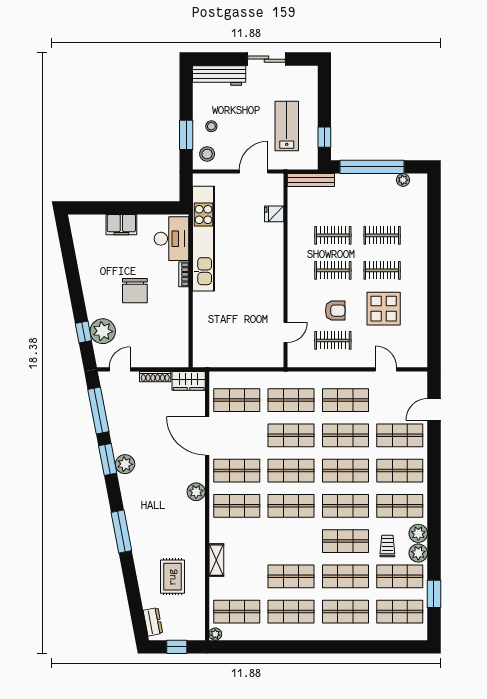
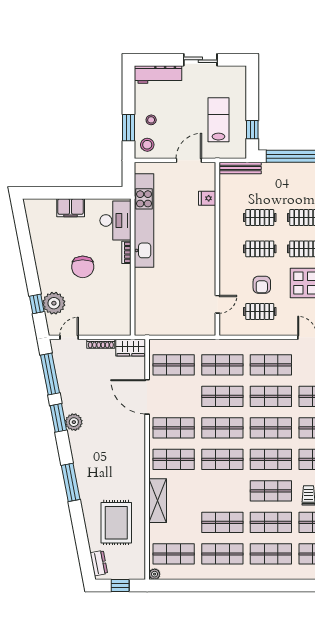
armchair: (335, 311) -> (262, 285), turned 90
plant: (196, 492) -> (137, 447), removed
shelving: (216, 560) -> (158, 501), width x1.50, depth x1.33
rug: (172, 577) -> (116, 523), width x1.36, depth x1.43

